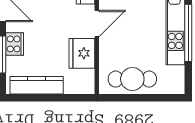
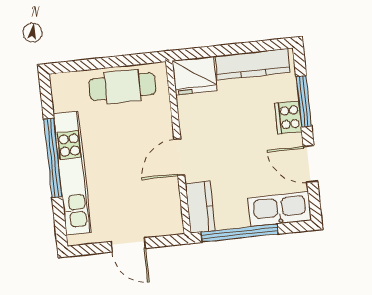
fridge: (82, 53) -> (194, 76), moved, turned 90

